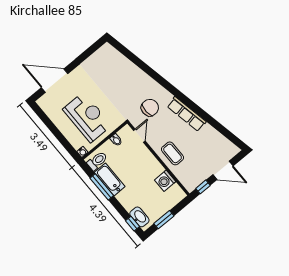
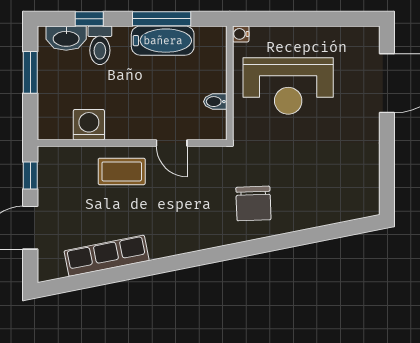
chair: (150, 108) -> (253, 203), moved
row of seats: (187, 114) -> (107, 256), moved
door: (139, 136) -> (172, 143), moved
toilet: (97, 161) -> (100, 45), moved
window: (132, 224) -> (89, 19), moved

